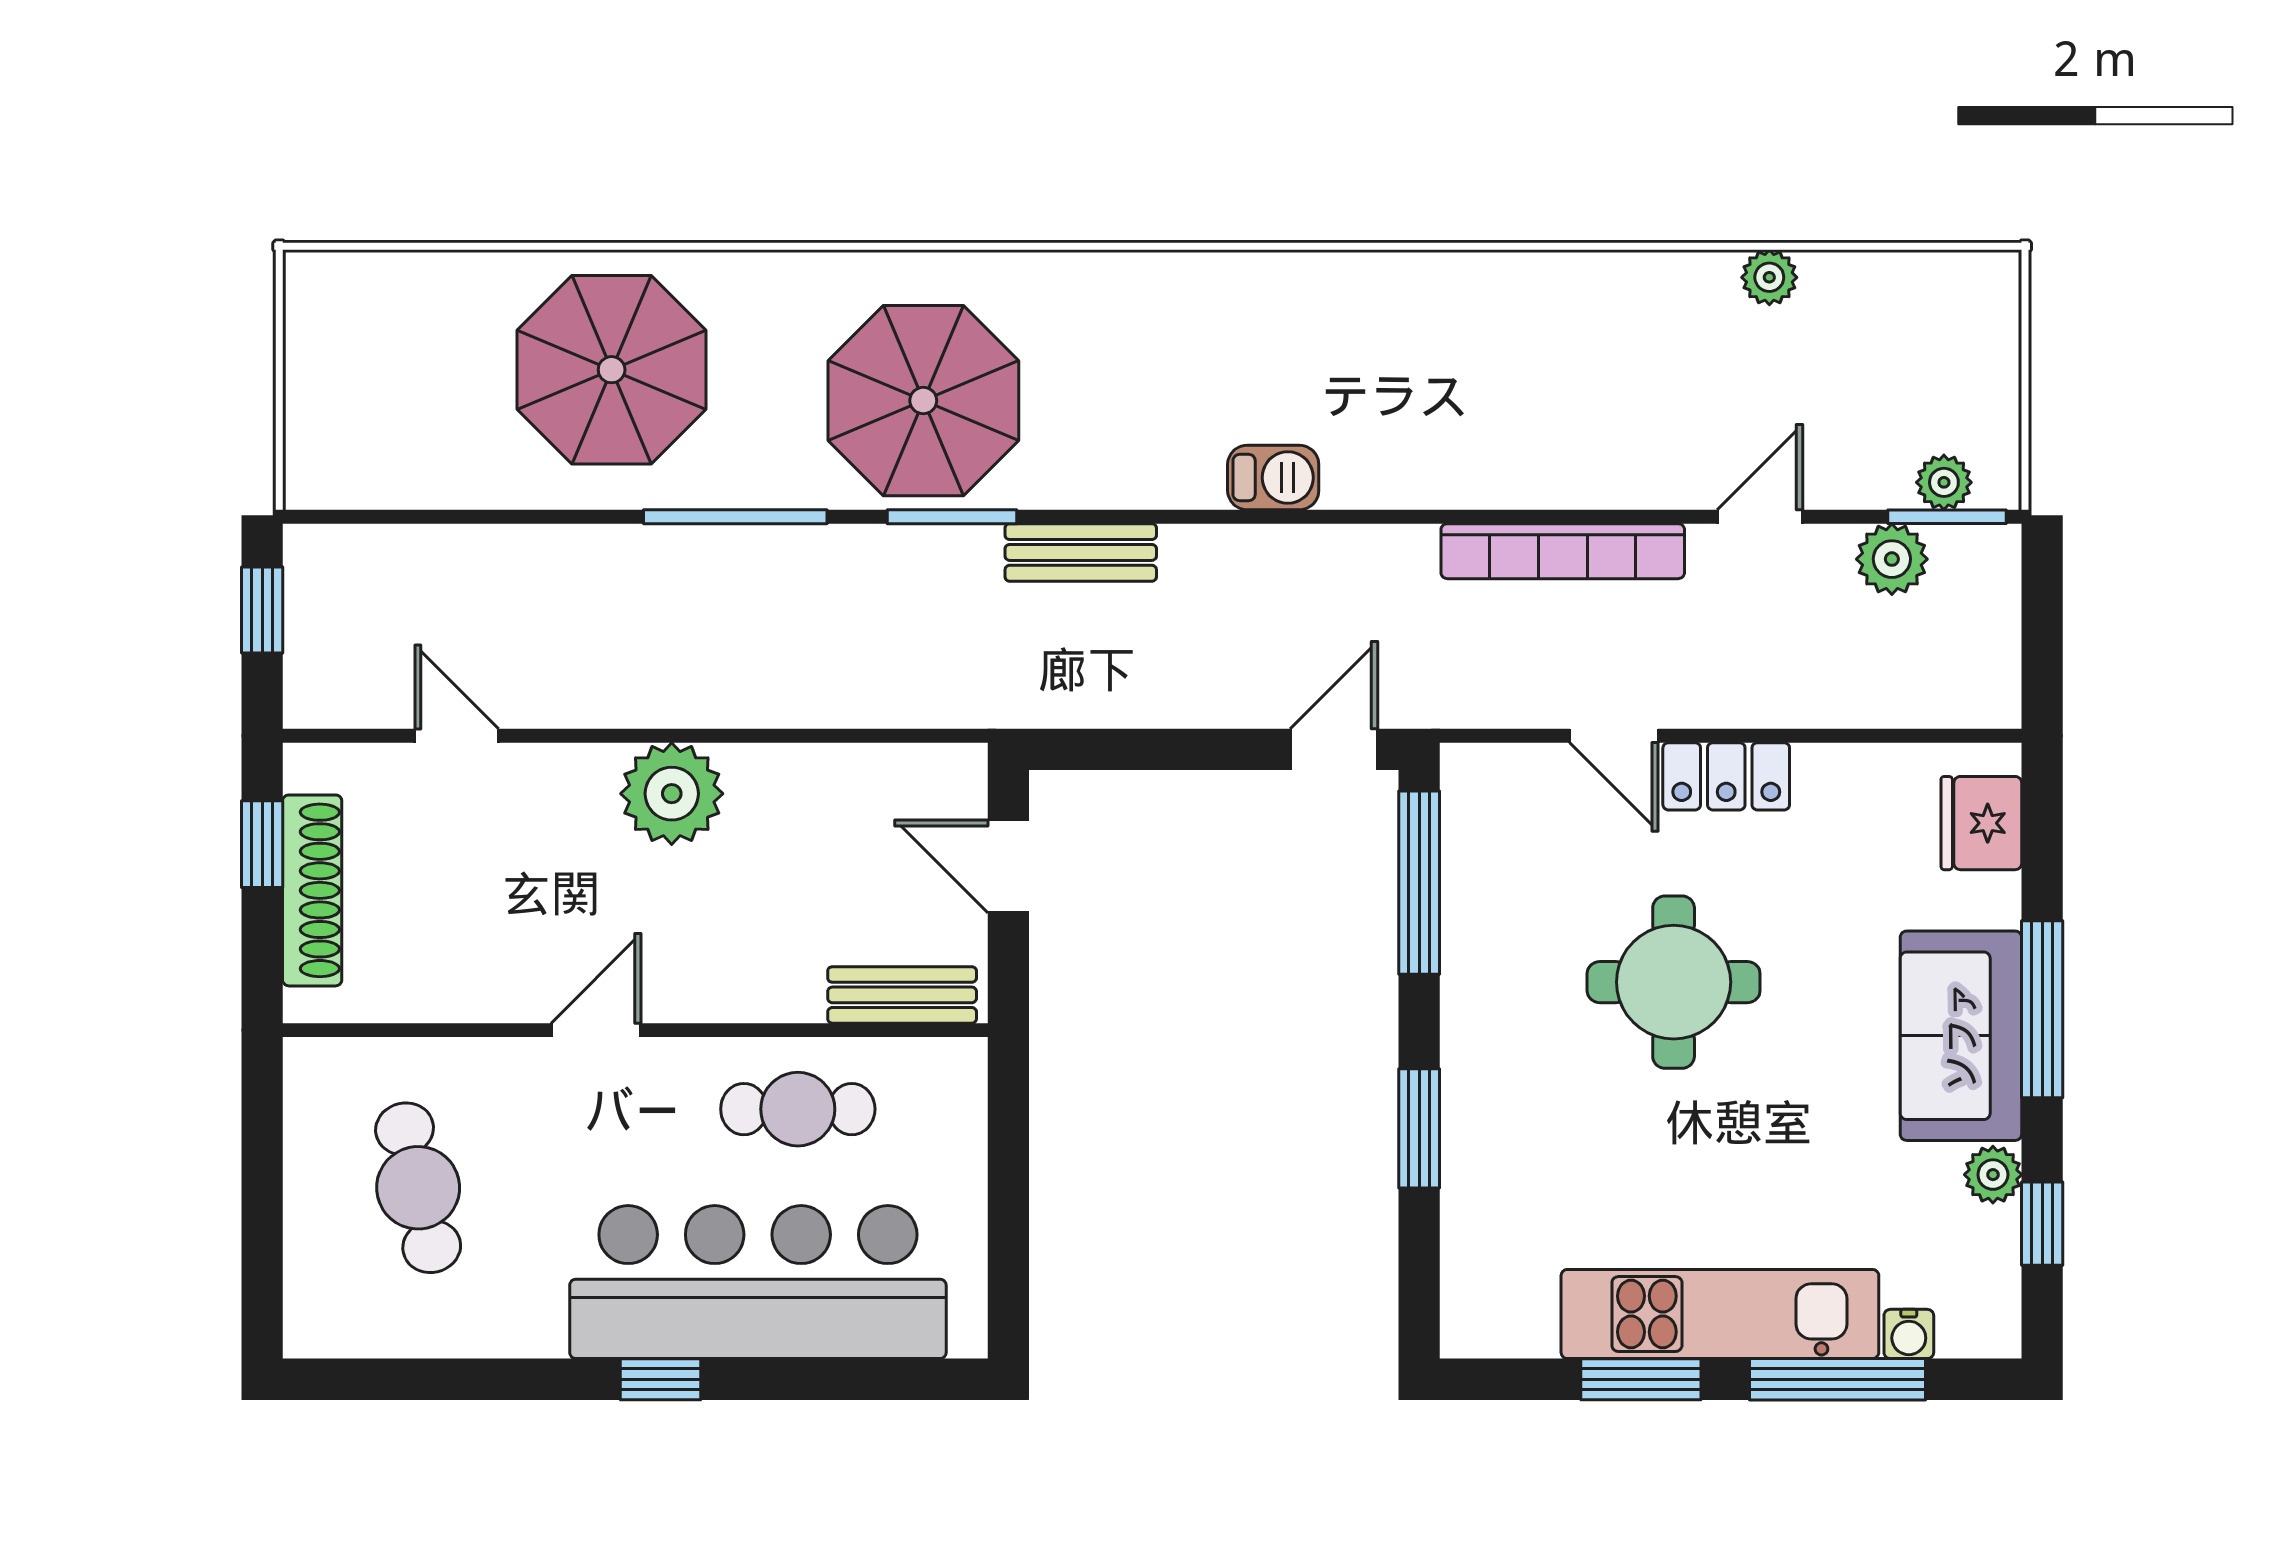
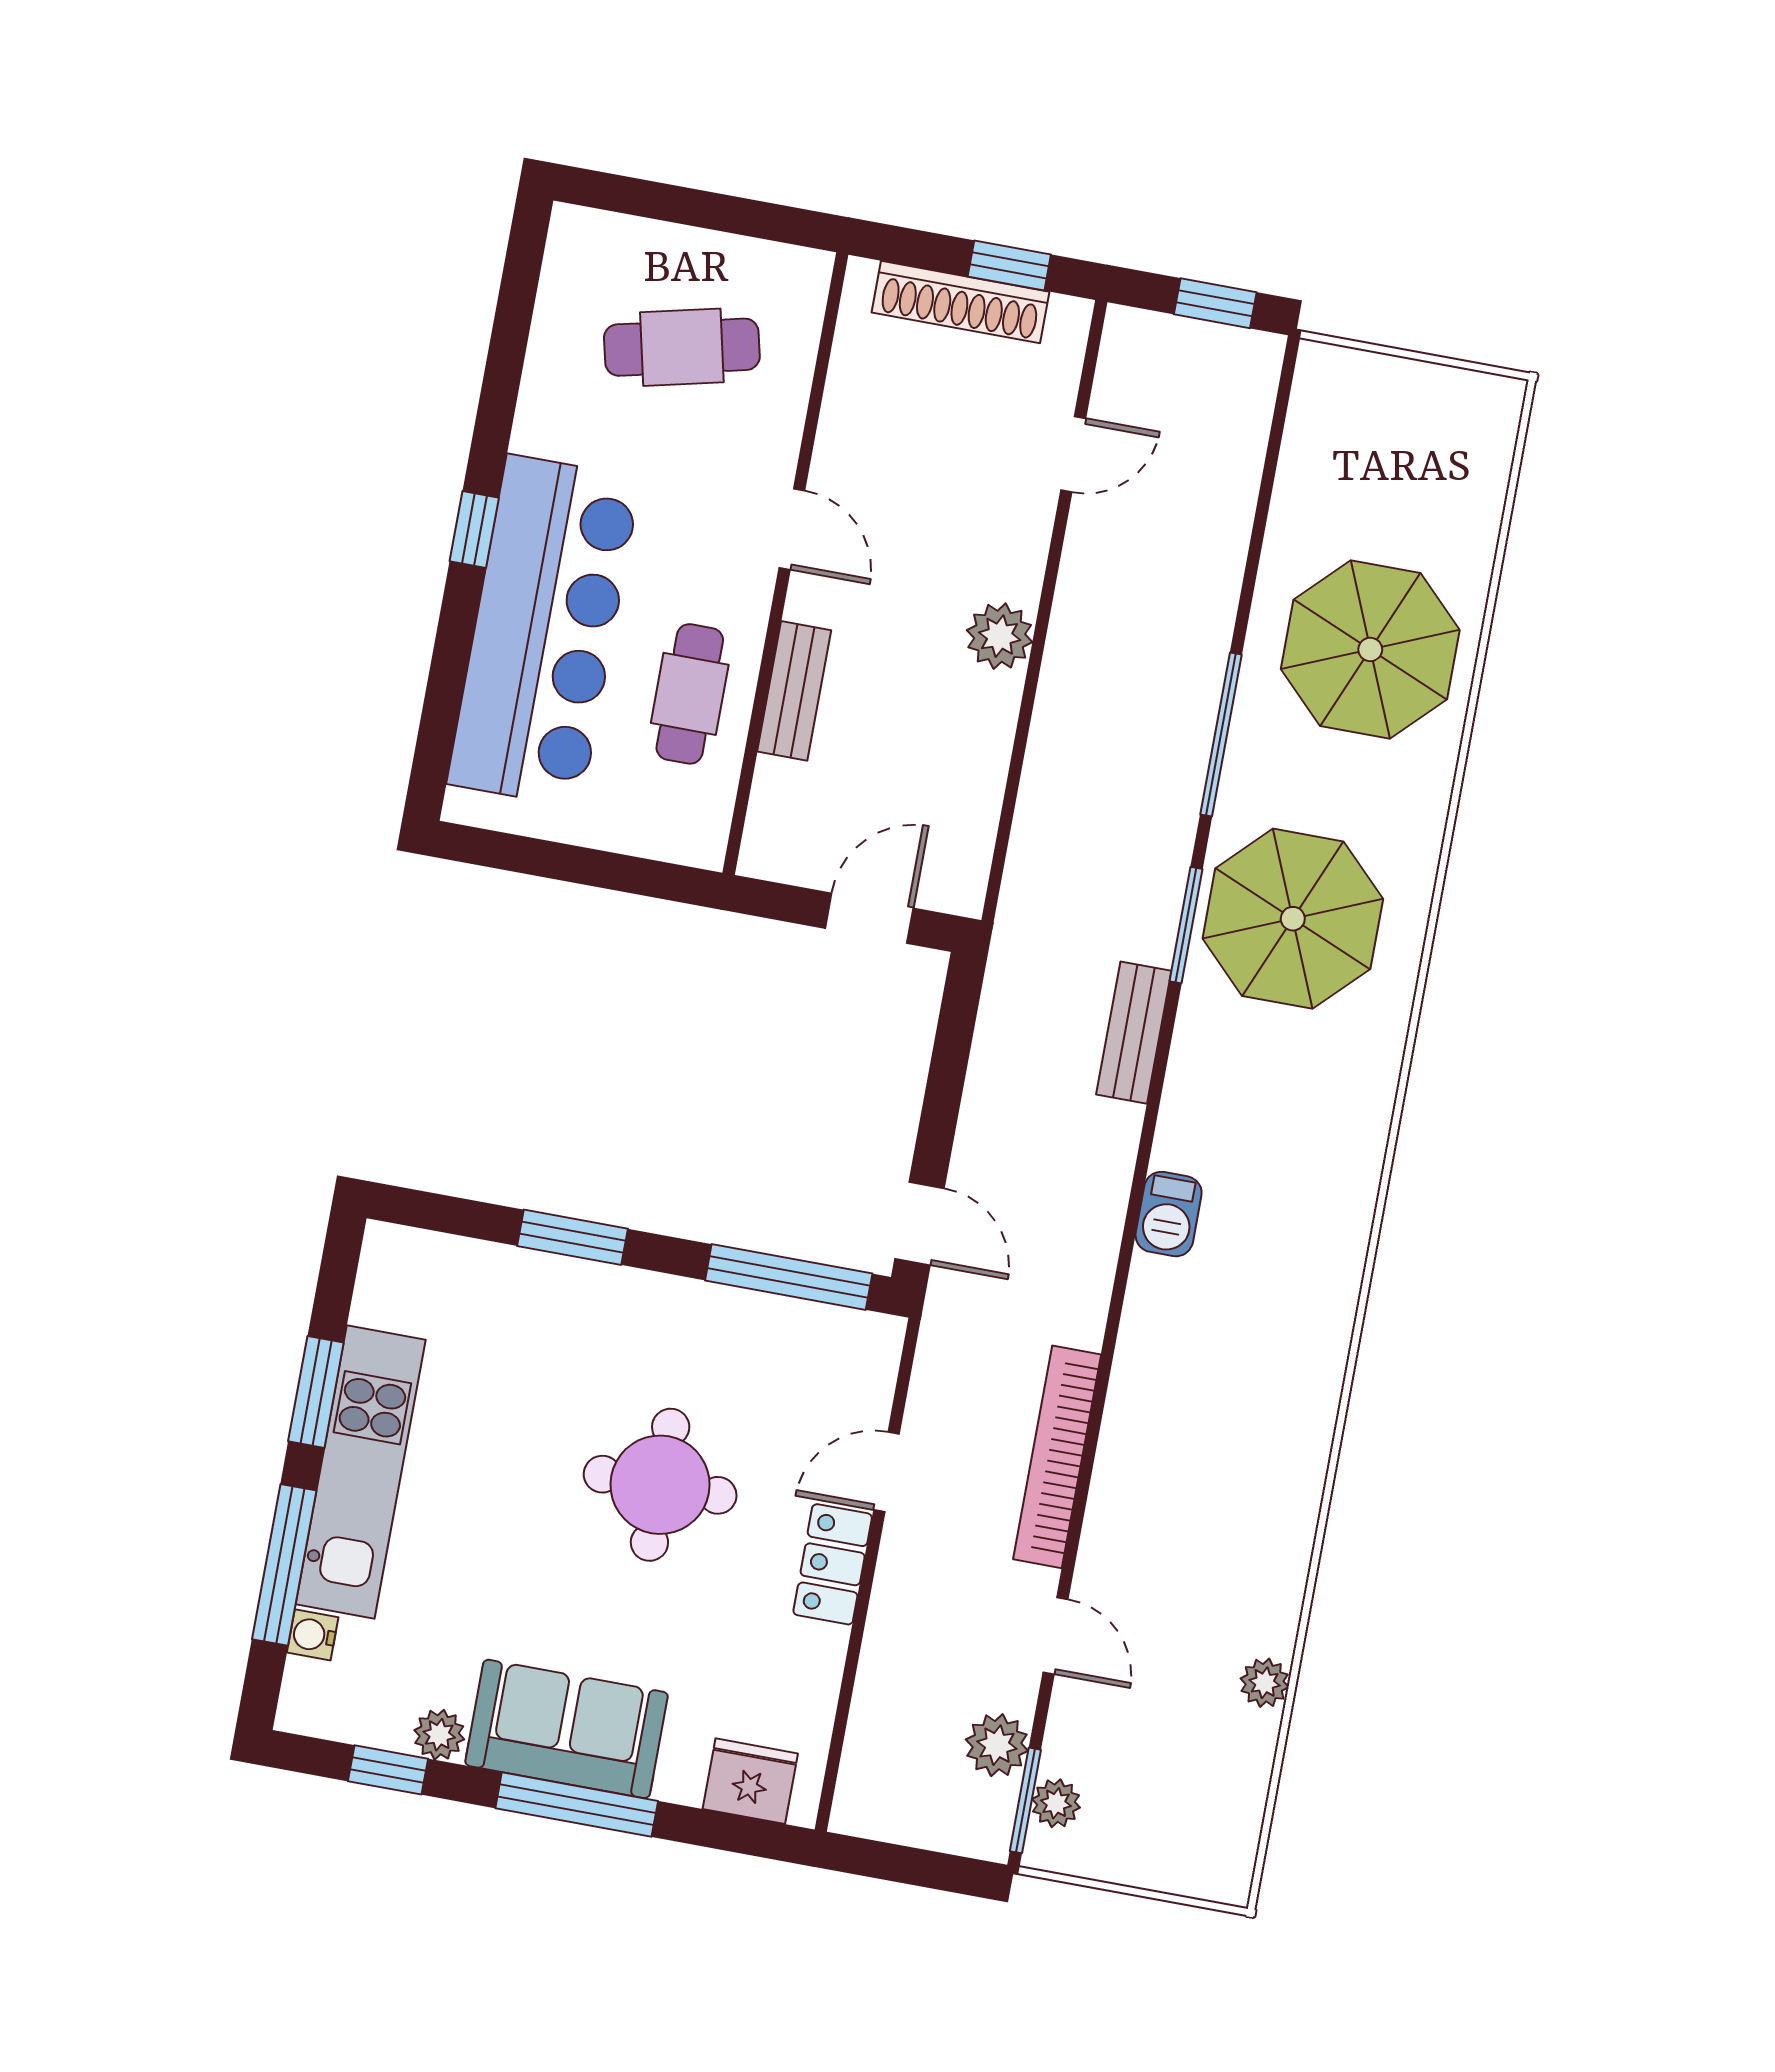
plant: (672, 794) -> (1000, 636), width x0.73, depth x0.73
bench: (902, 995) -> (794, 691), moved

